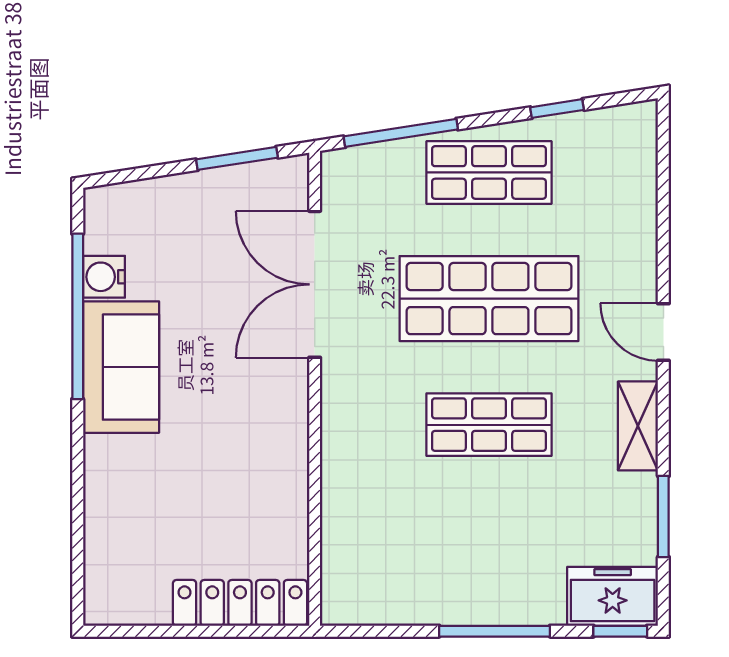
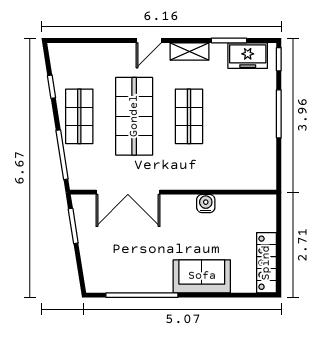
water cooler: (104, 277) -> (206, 204), moved, turned 180
sofa: (121, 367) -> (202, 276), moved
freezer: (613, 596) -> (248, 56), moved, turned -90
locker: (240, 603) -> (266, 263), moved

